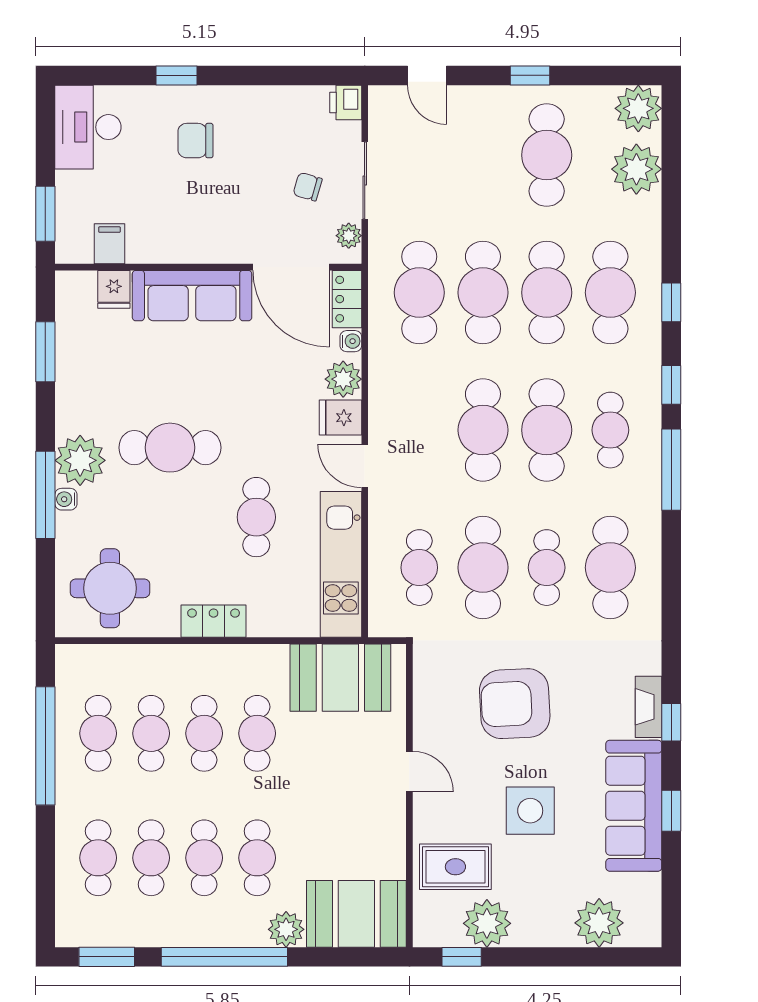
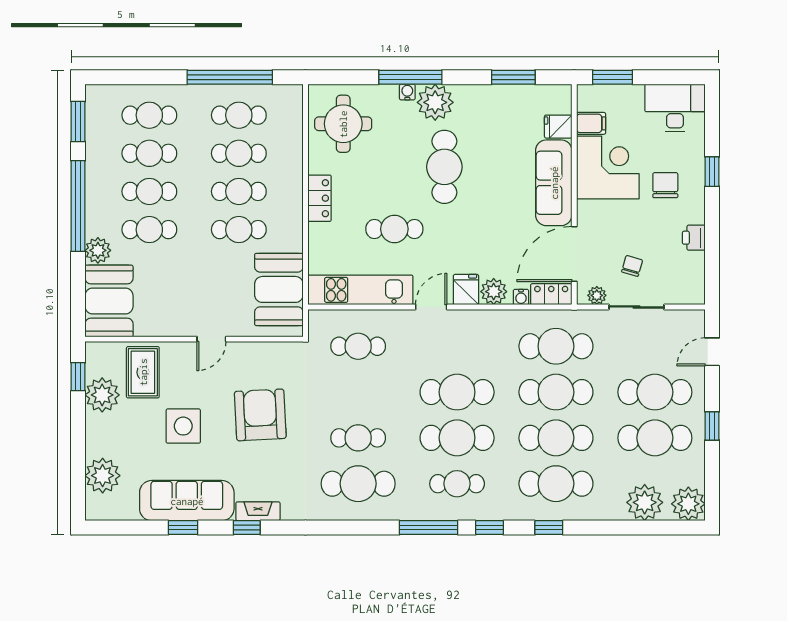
printer: (346, 102) -> (694, 238), moved, turned -90
corner desk: (171, 220) -> (608, 167), added
cafe table: (483, 568) -> (655, 392), moved

